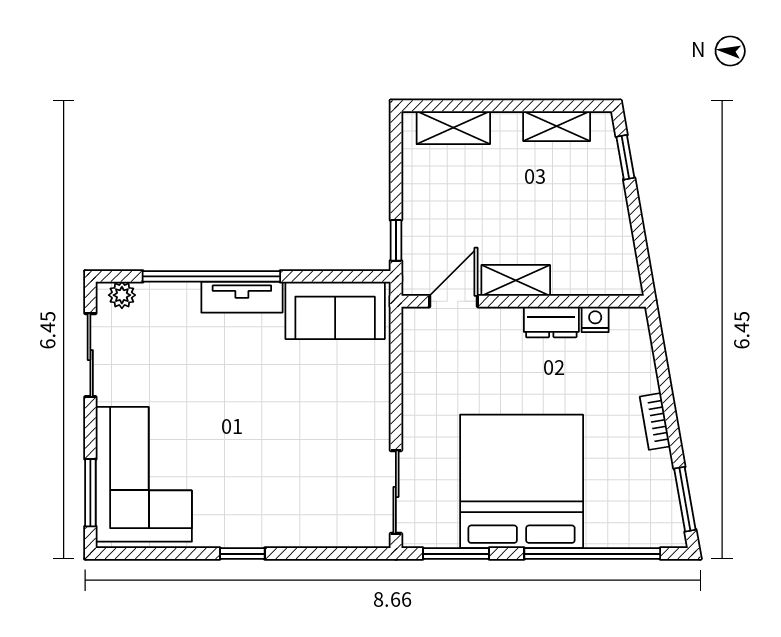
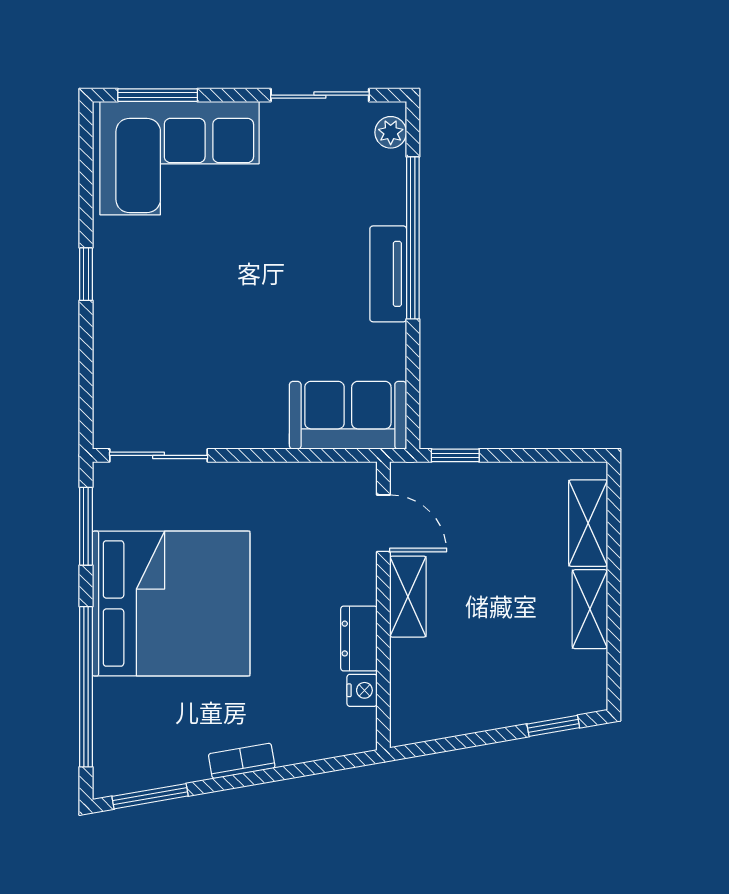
shelving: (557, 126) -> (590, 609), moved
sofa: (335, 310) -> (348, 415), moved, turned 90

